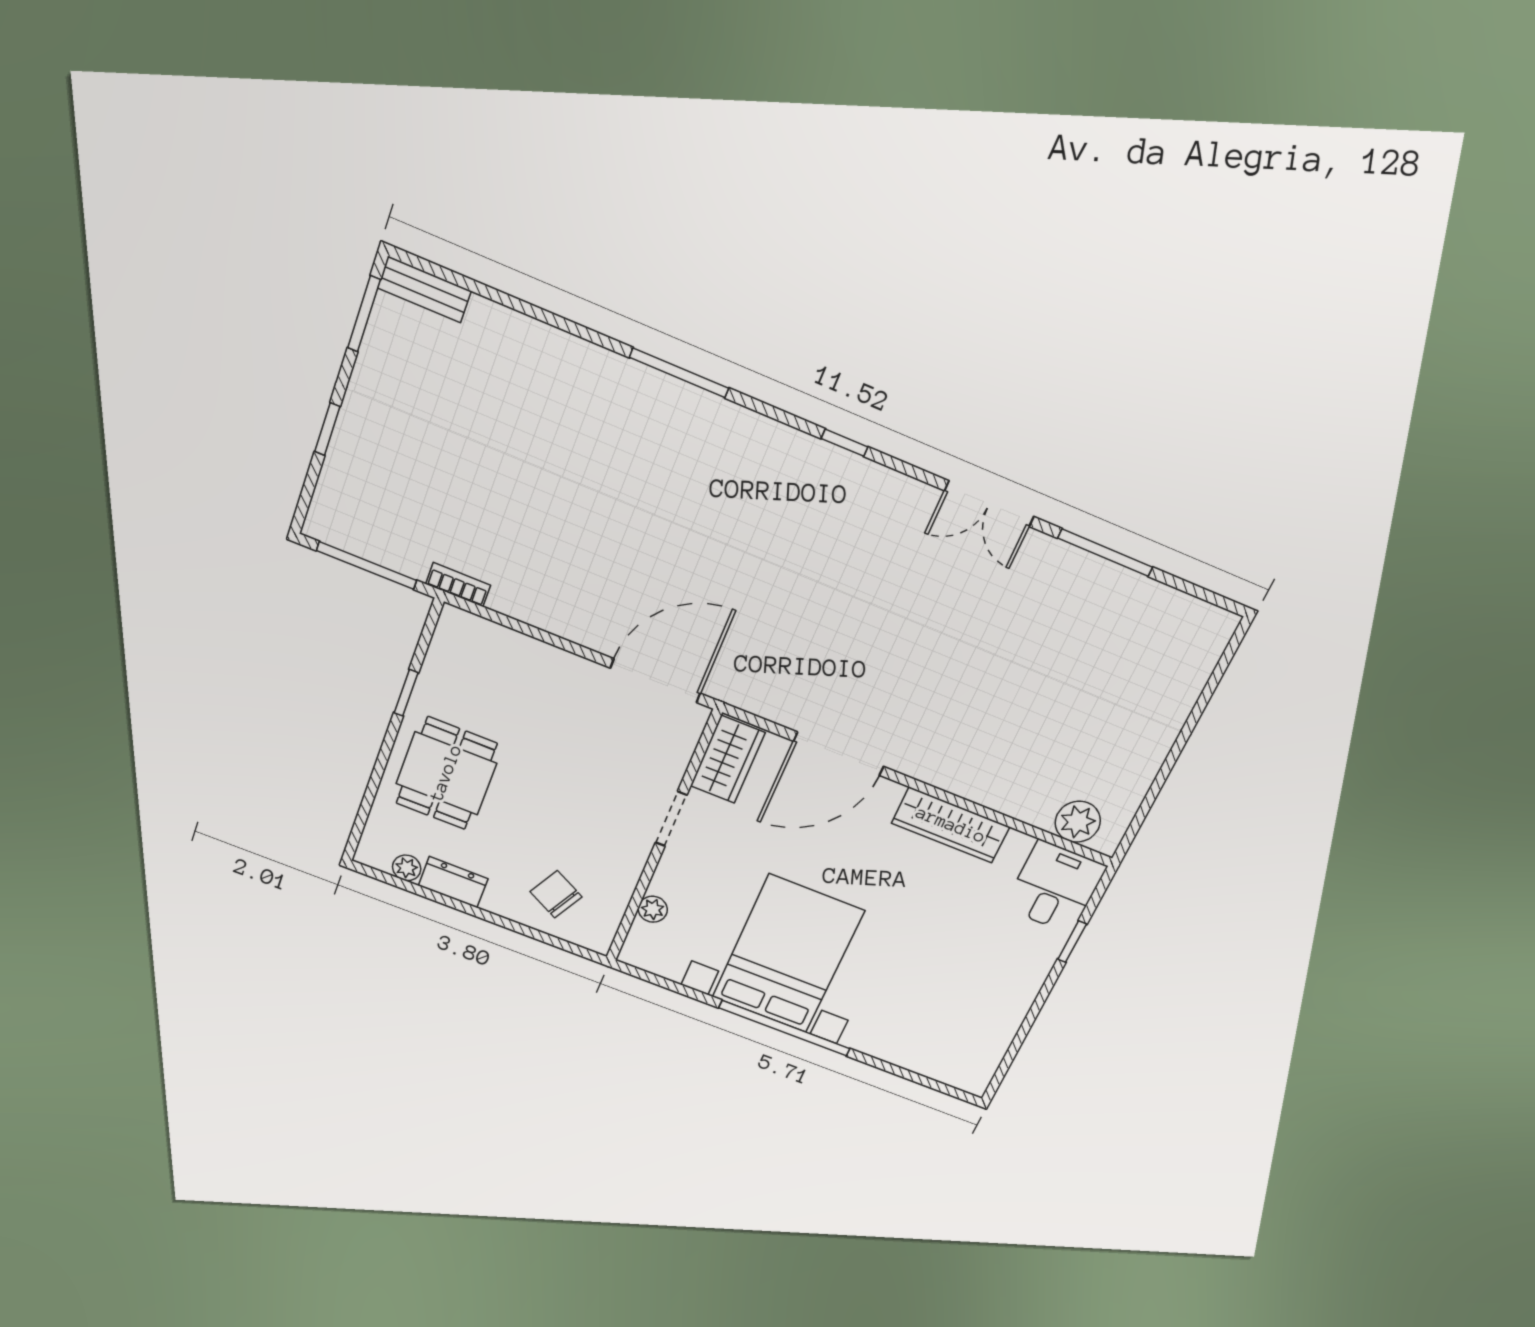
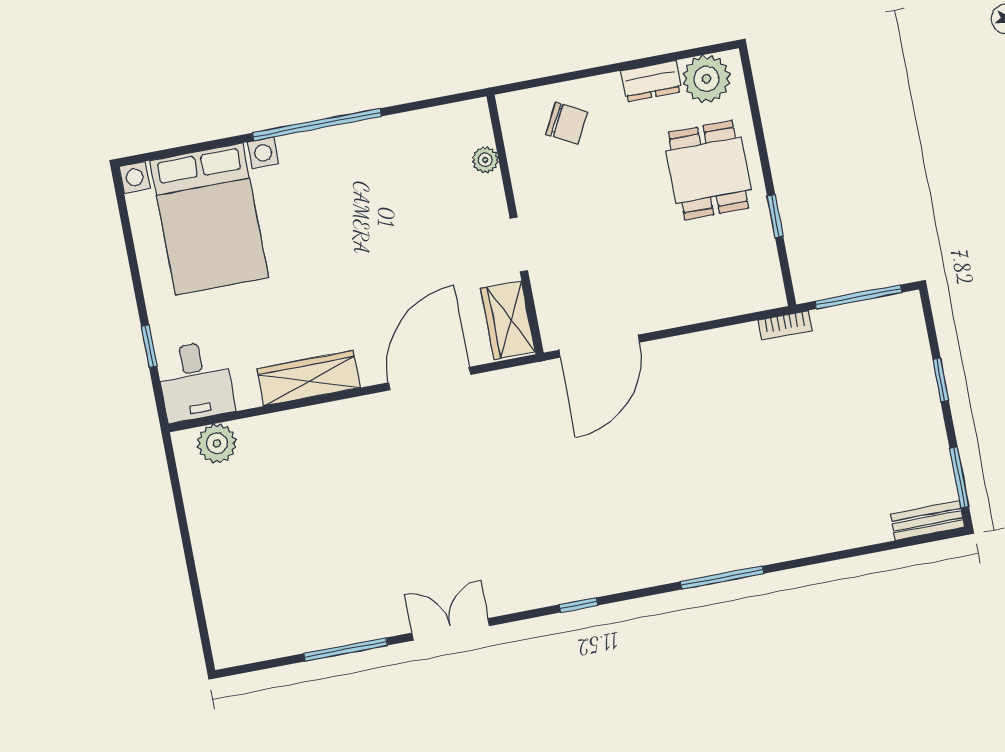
plant: (407, 868) -> (706, 79), width x1.87, depth x1.87
bed with nightstands: (788, 954) -> (209, 219), moved

